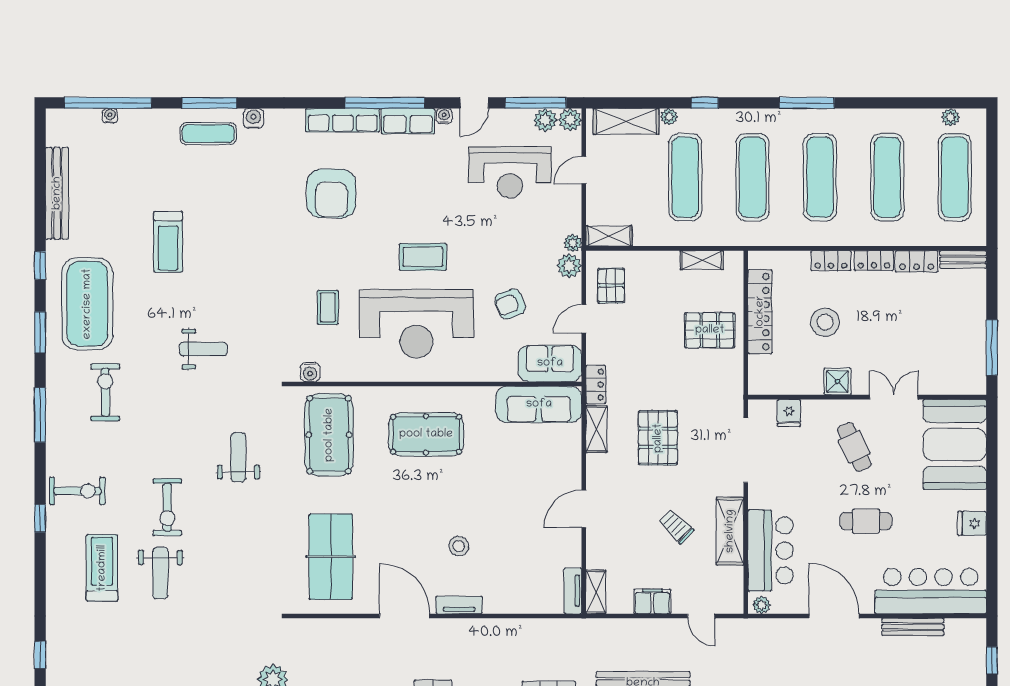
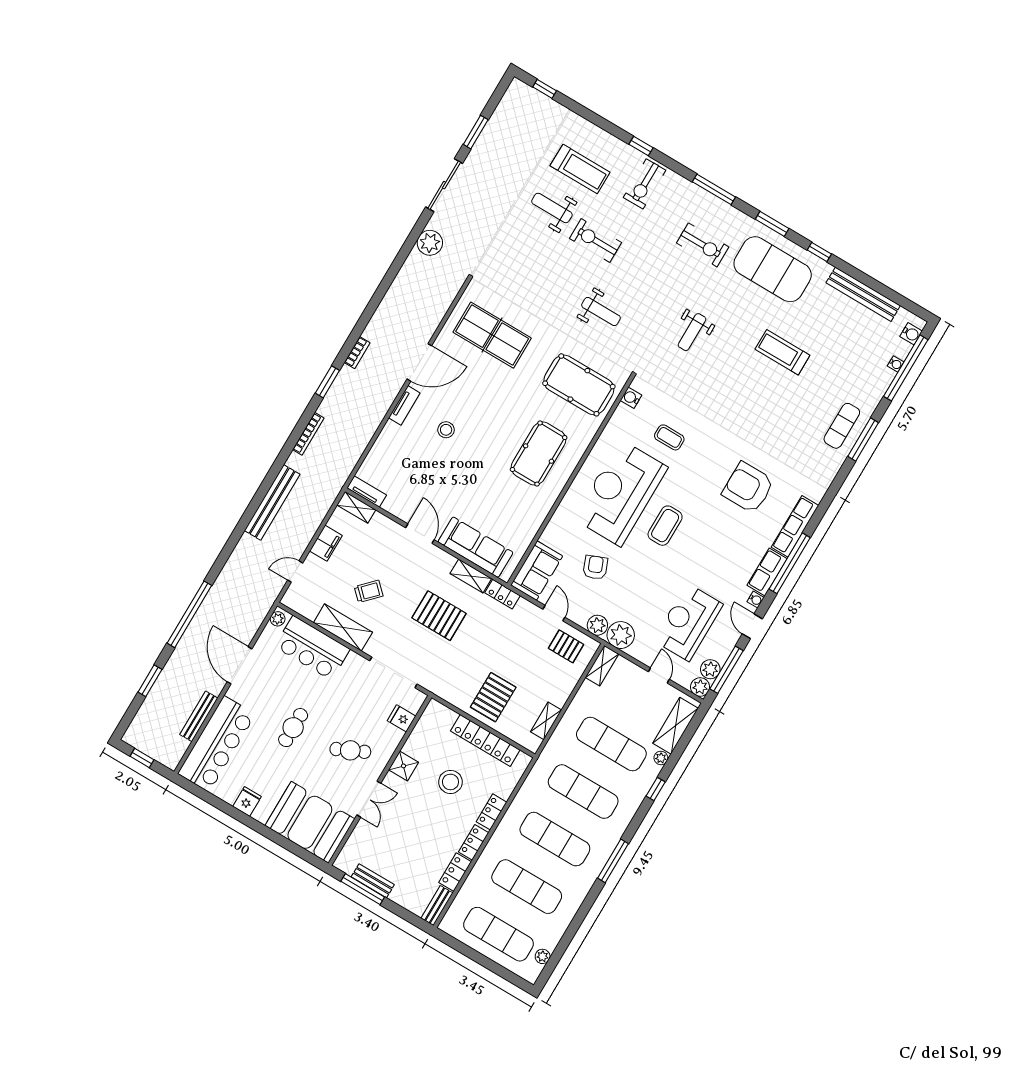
water cooler: (253, 118) -> (911, 334), moved
plant: (573, 243) -> (621, 635), width x1.87, depth x1.87
bench: (977, 342) -> (373, 881), added
sofa: (539, 404) -> (476, 547), moved, turned 90
door: (834, 616) -> (239, 665), swing flipped

